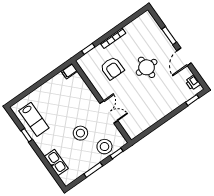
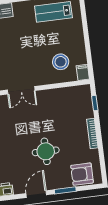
door: (184, 57) -> (36, 194), hinge flipped
armchair: (112, 68) -> (82, 174), moved
stool: (80, 133) -> (61, 62), moved

